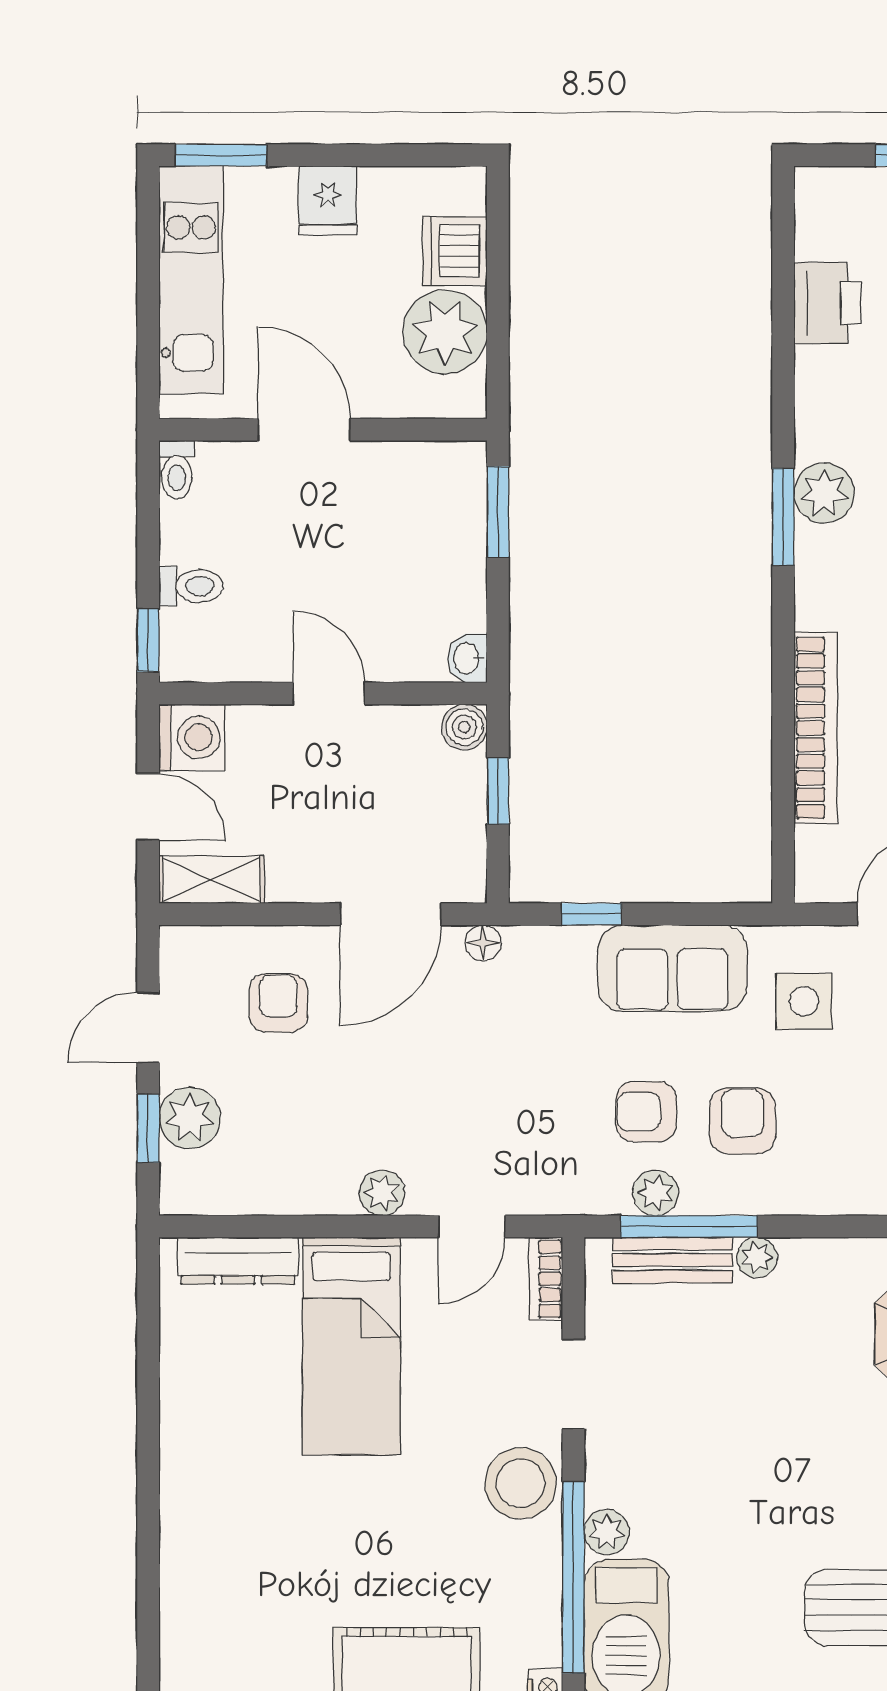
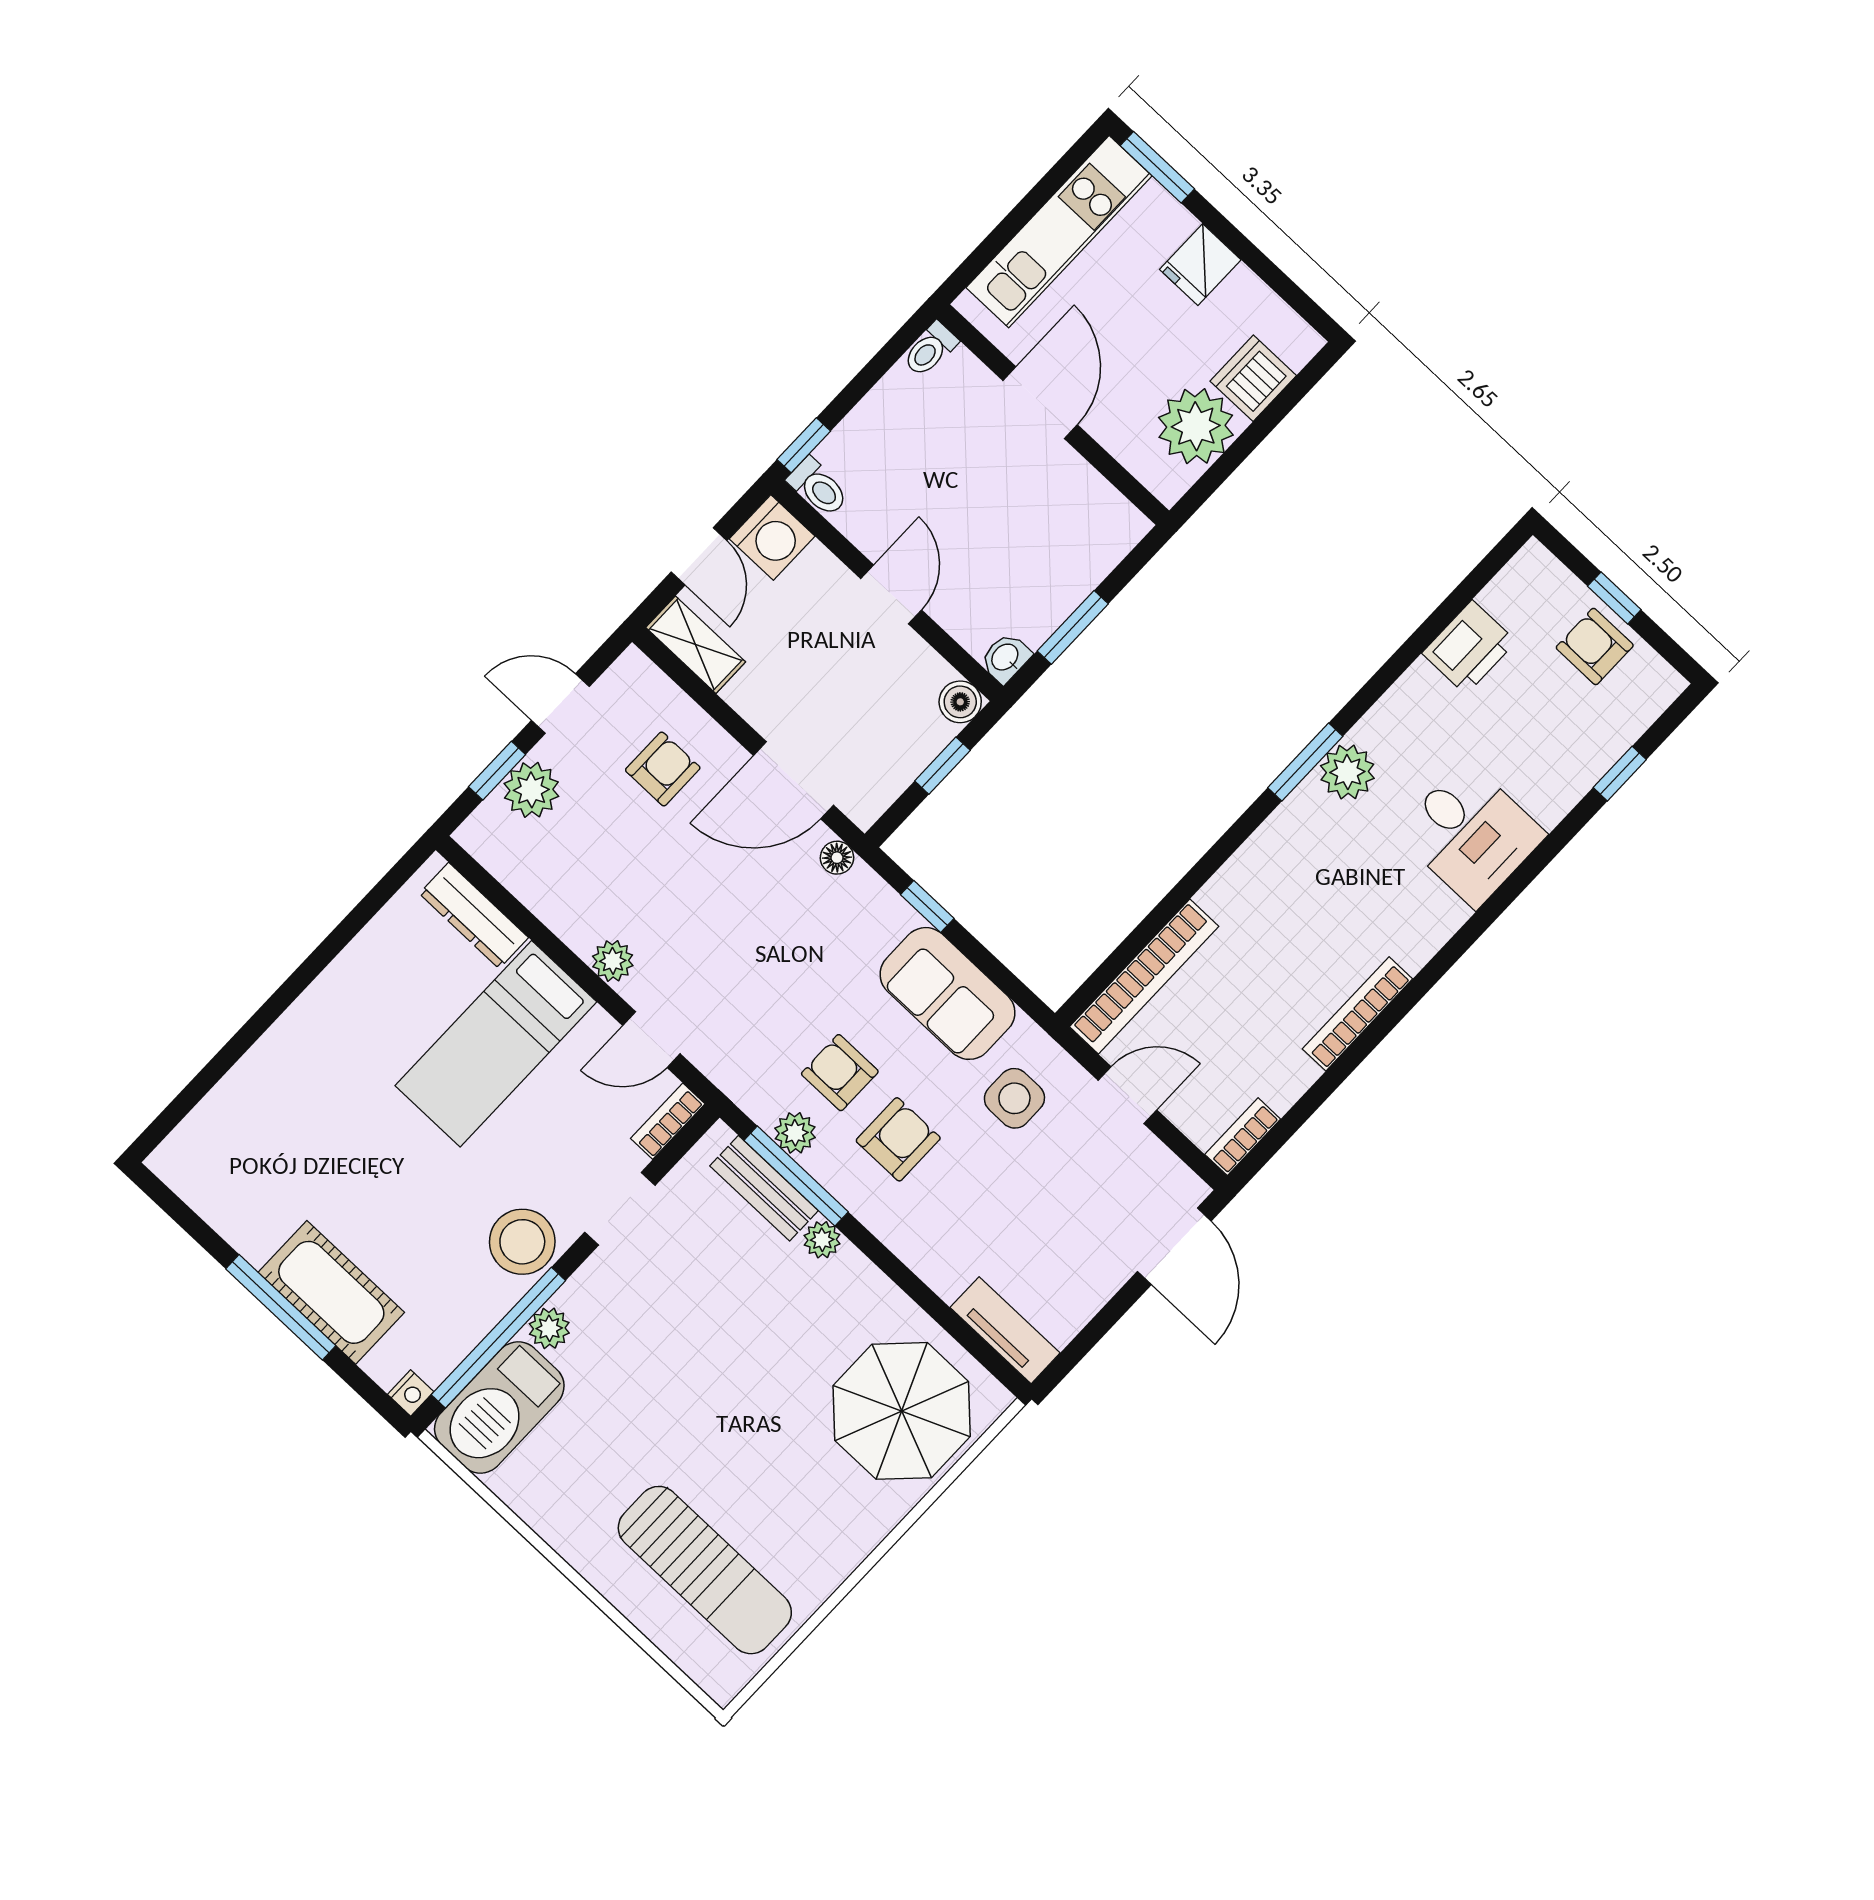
window: (498, 512) -> (1073, 627), moved
toilet: (191, 586) -> (818, 487), moved
bookcase: (816, 728) -> (1144, 976), moved

